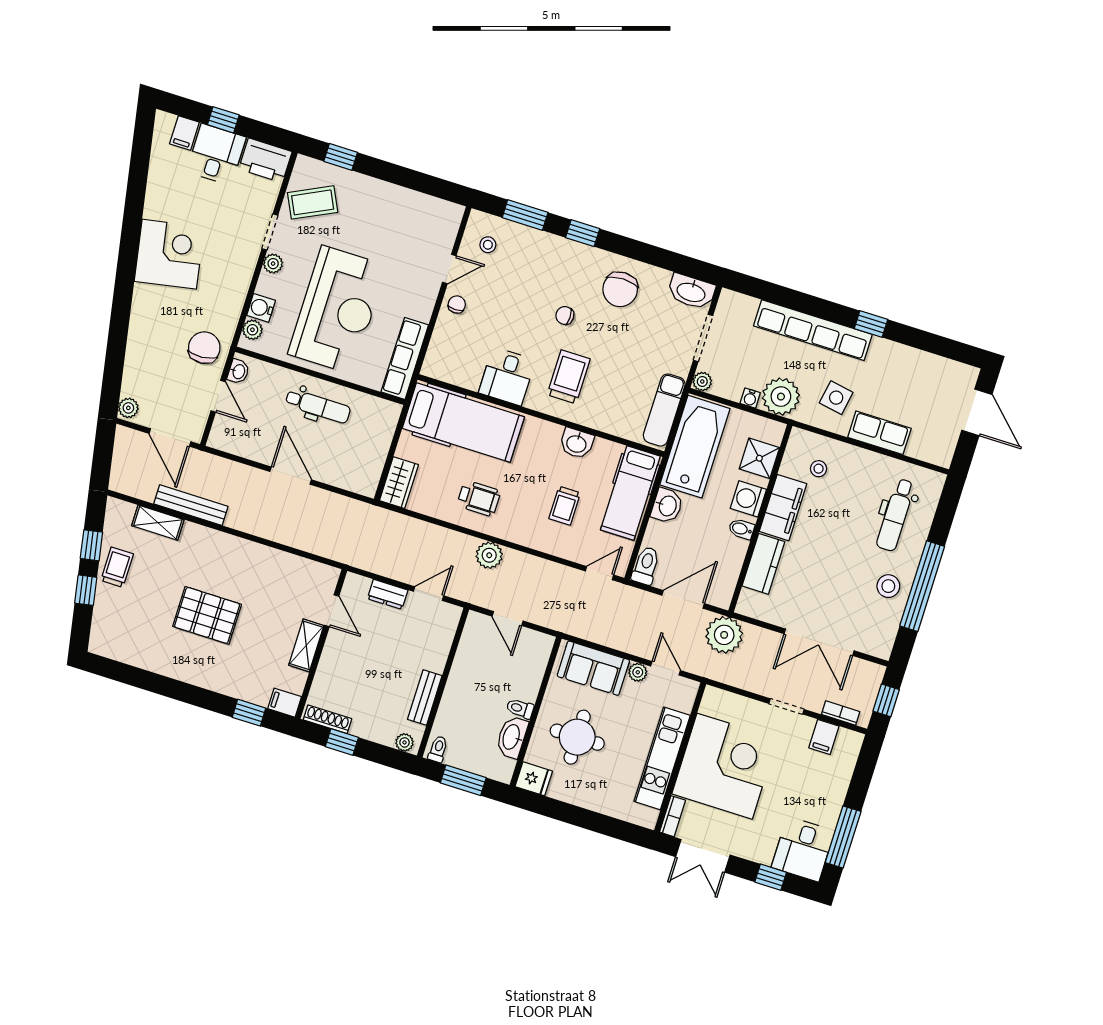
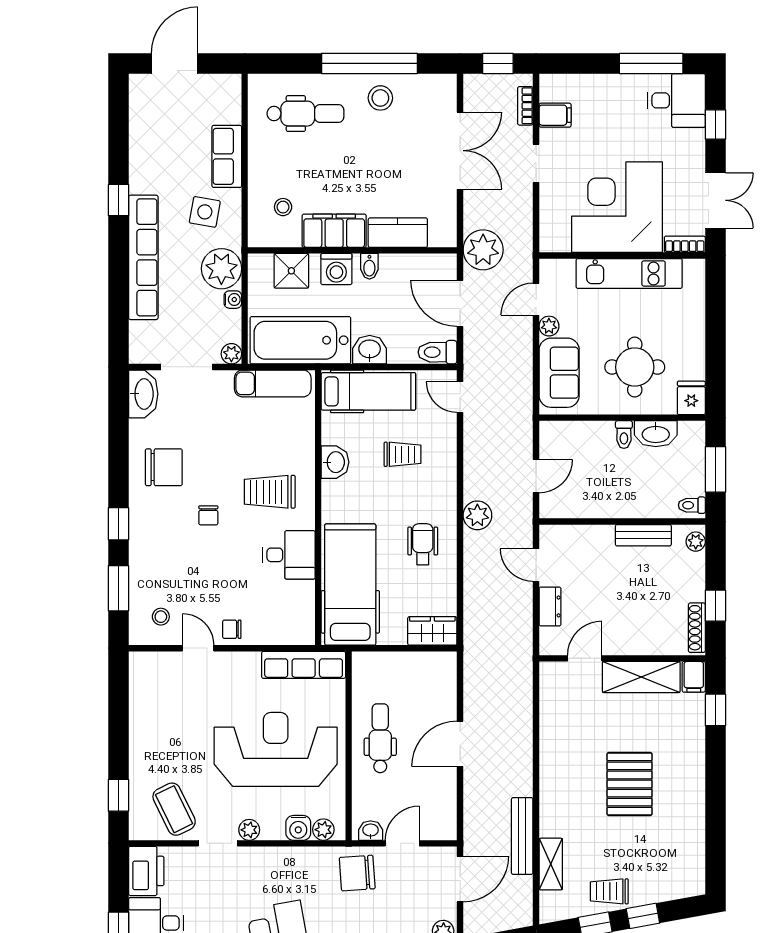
shelving: (306, 645) -> (641, 677), width x1.50, depth x1.33

